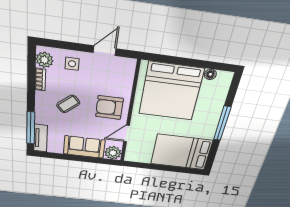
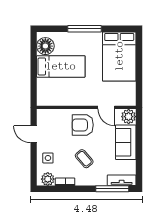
floor lamp: (210, 74) -> (45, 46), width x1.89, depth x1.89
bed: (171, 92) -> (61, 66), width x0.49
armchair: (109, 108) -> (83, 125), turned 90

